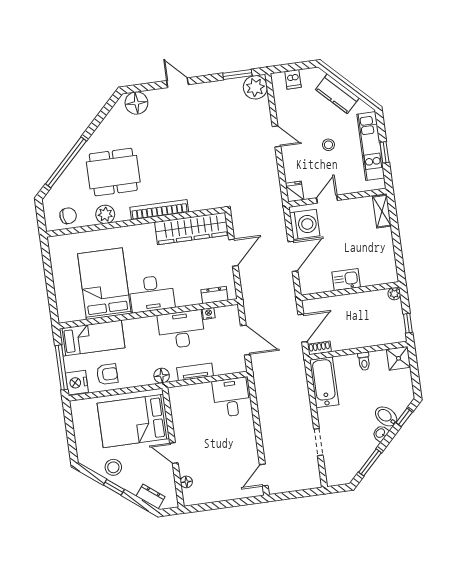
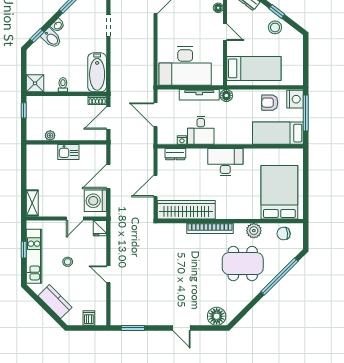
plant: (255, 87) -> (120, 316), removed
bed: (104, 284) -> (279, 192), moved, turned 180
plant: (394, 294) -> (50, 135), moved
desk: (181, 329) -> (201, 130), width x0.73
tv unit: (195, 372) -> (199, 95), width x1.41
desk: (231, 397) -> (185, 66), width x1.87, depth x1.30
bed: (133, 421) -> (254, 68), width x0.67

